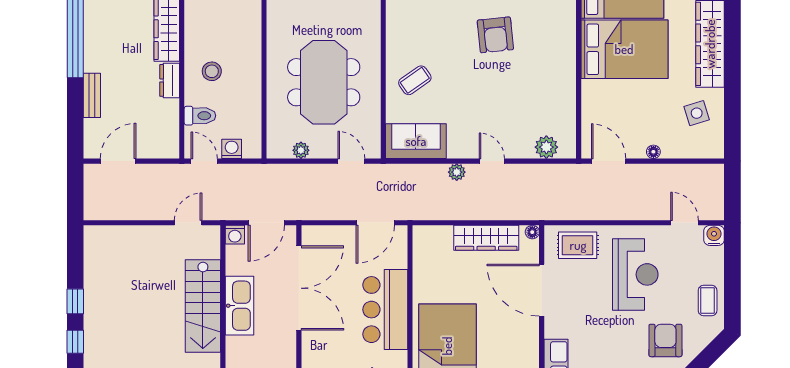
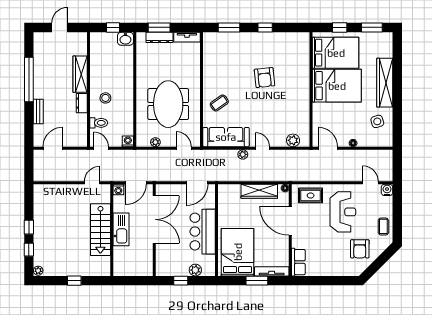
sofa: (416, 141) -> (226, 137), width x1.36
washing machine: (232, 149) -> (128, 141), moved
armchair: (665, 340) -> (360, 249), turned 180

